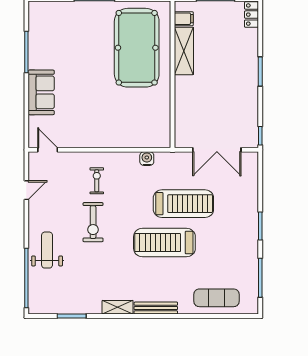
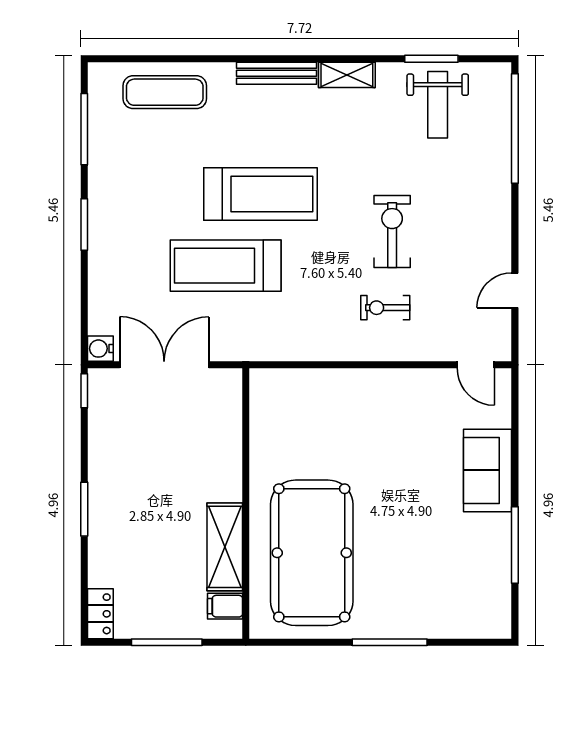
water cooler: (147, 159) -> (100, 349), moved, turned 90
exercise bike: (97, 181) -> (385, 308), turned 90
weight bench: (47, 250) -> (438, 105), moved

